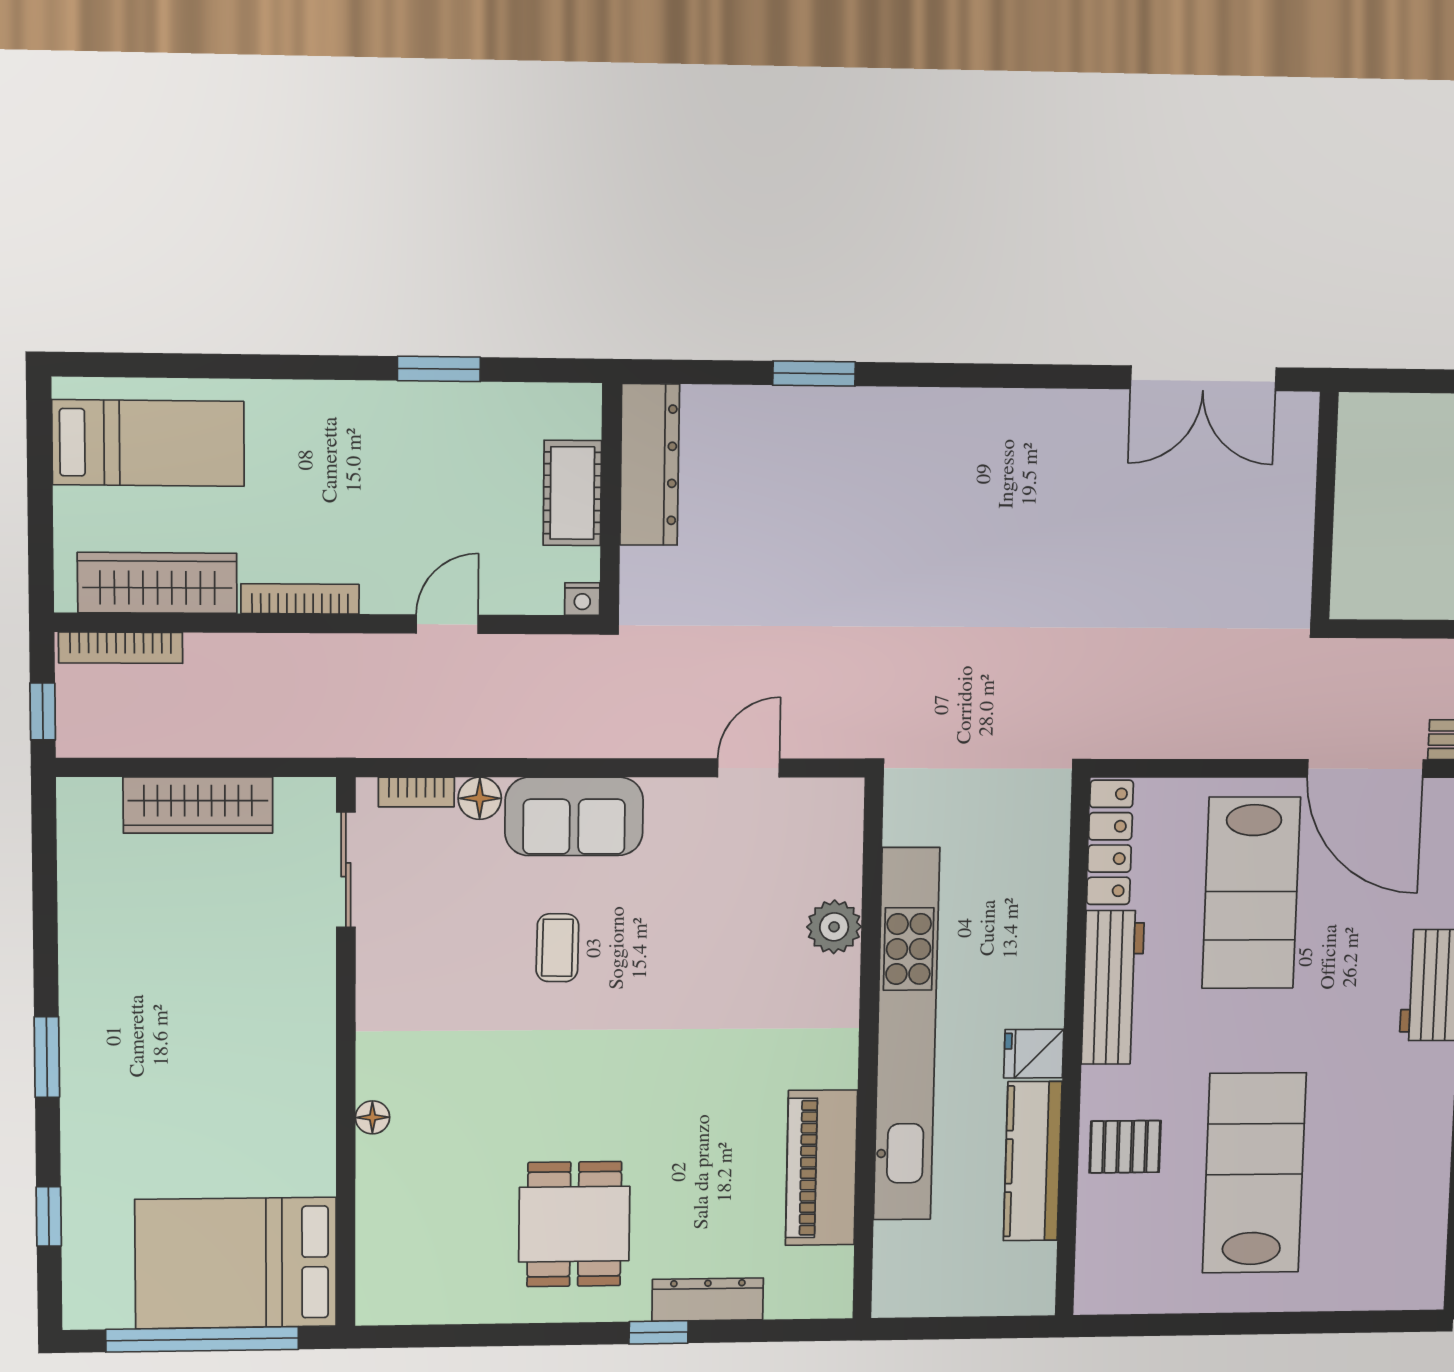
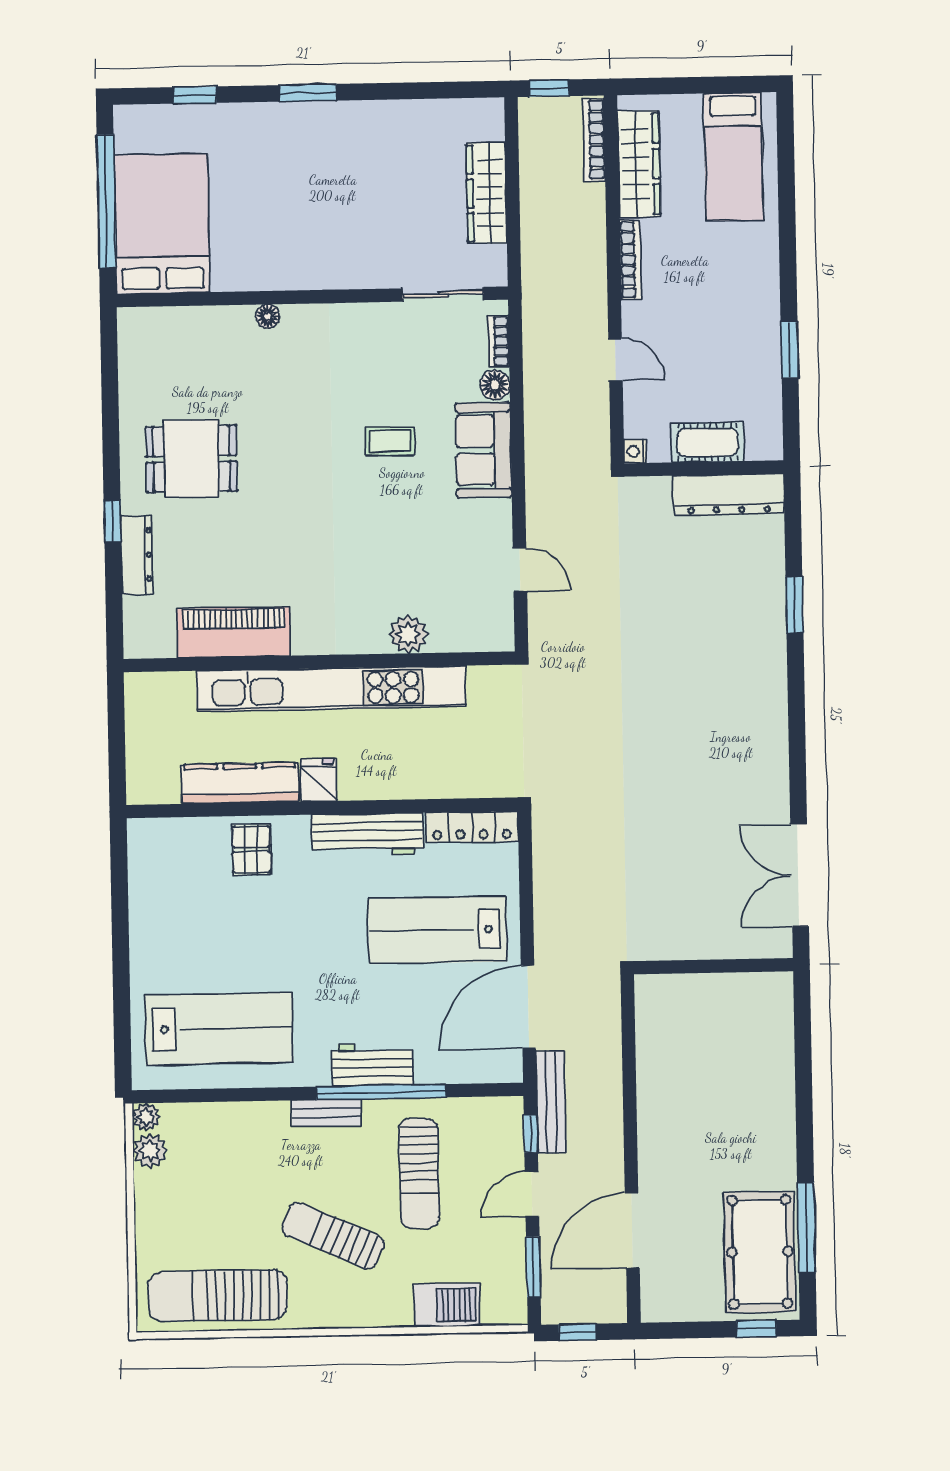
lab bench: (1254, 1173) -> (219, 1029), moved

